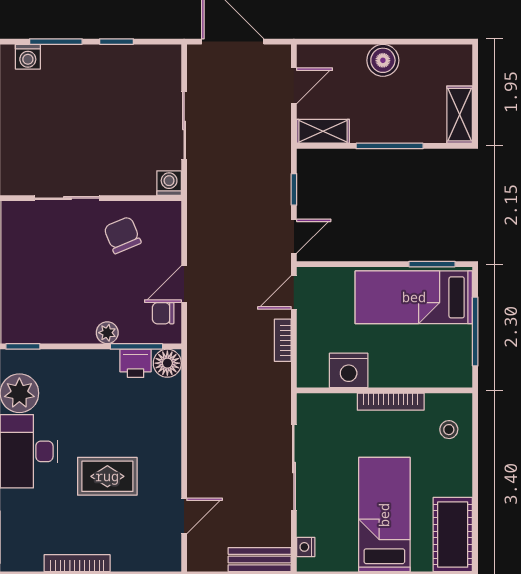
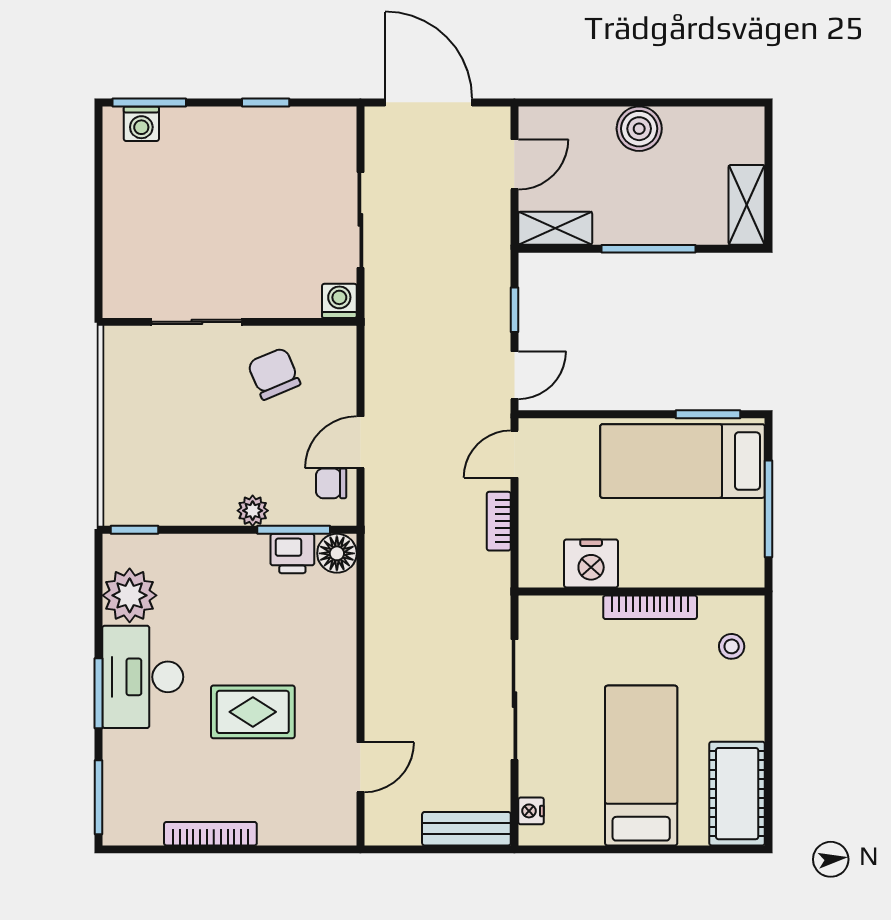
window: (56, 42) -> (149, 102), moved

